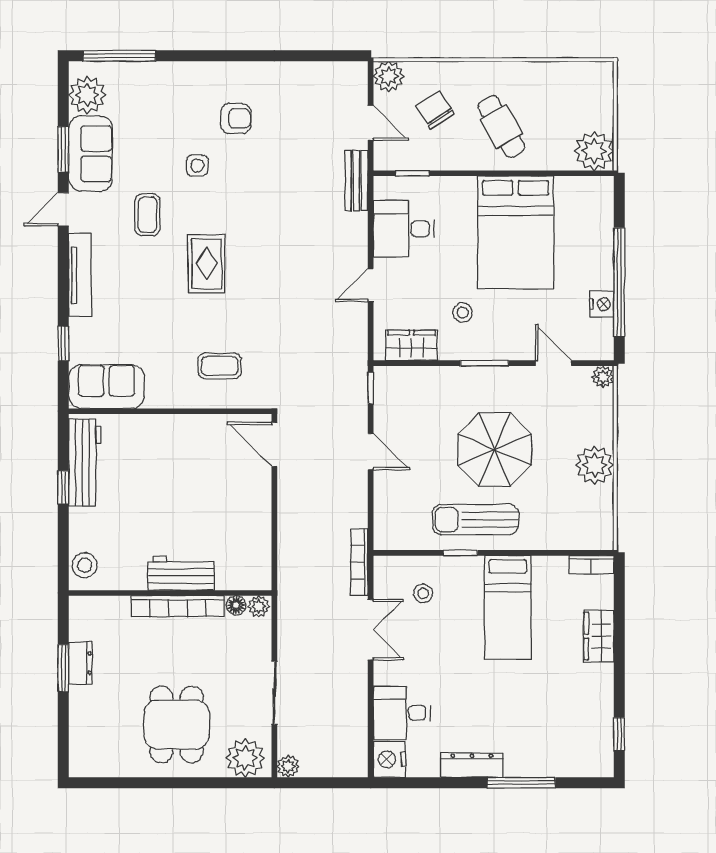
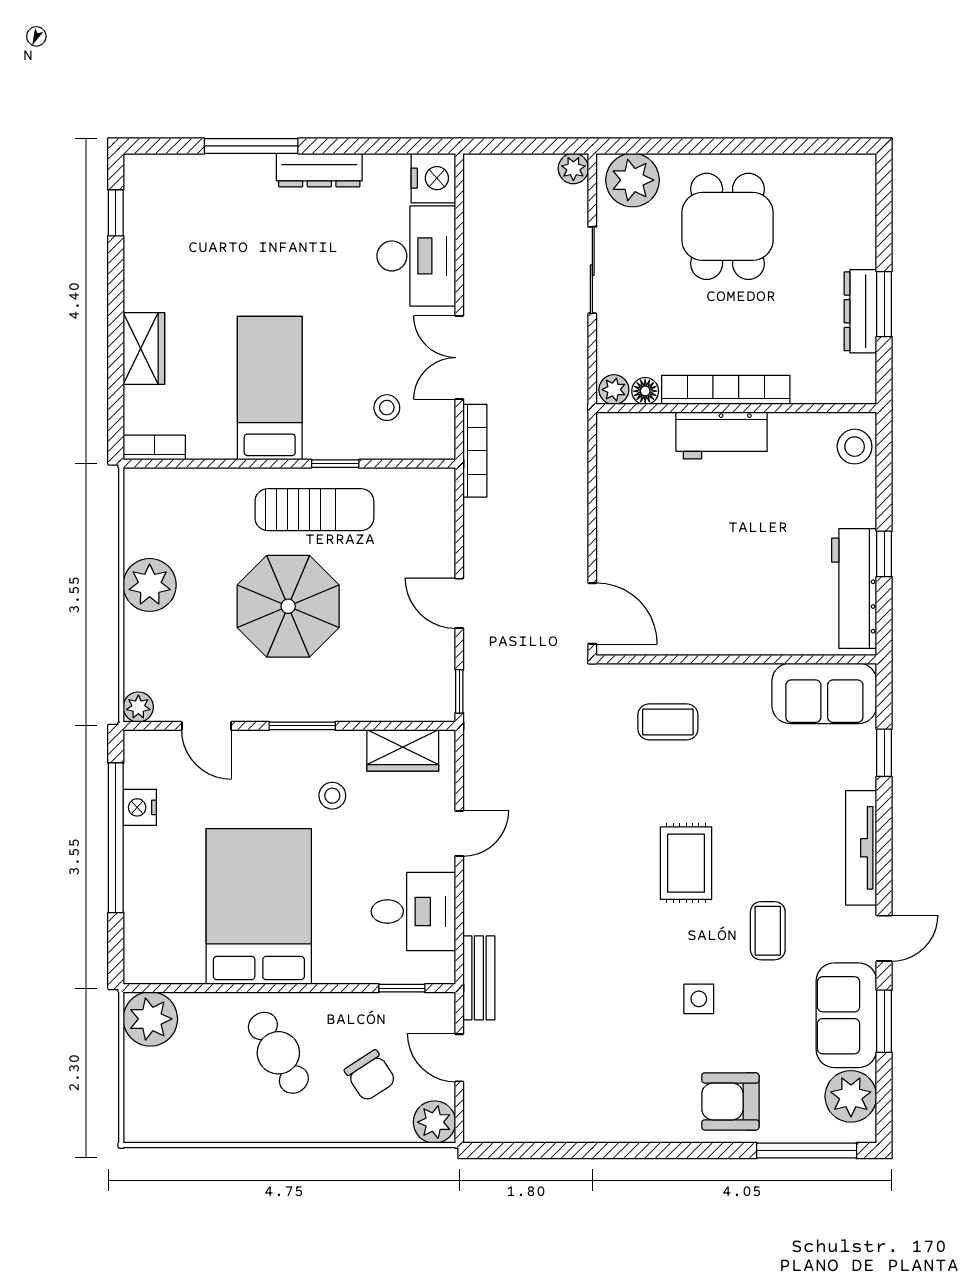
armchair: (236, 119) -> (730, 1101), moved, width x1.38, depth x1.38
dresser: (80, 663) -> (860, 311), width x1.44
desk: (402, 713) -> (416, 256), width x1.37

